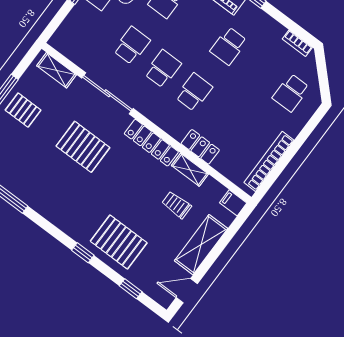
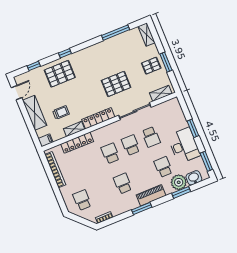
school desk: (163, 69) -> (131, 145), turned 180
school desk: (194, 92) -> (110, 153), turned 180
locker: (200, 147) -> (77, 143), width x1.53

